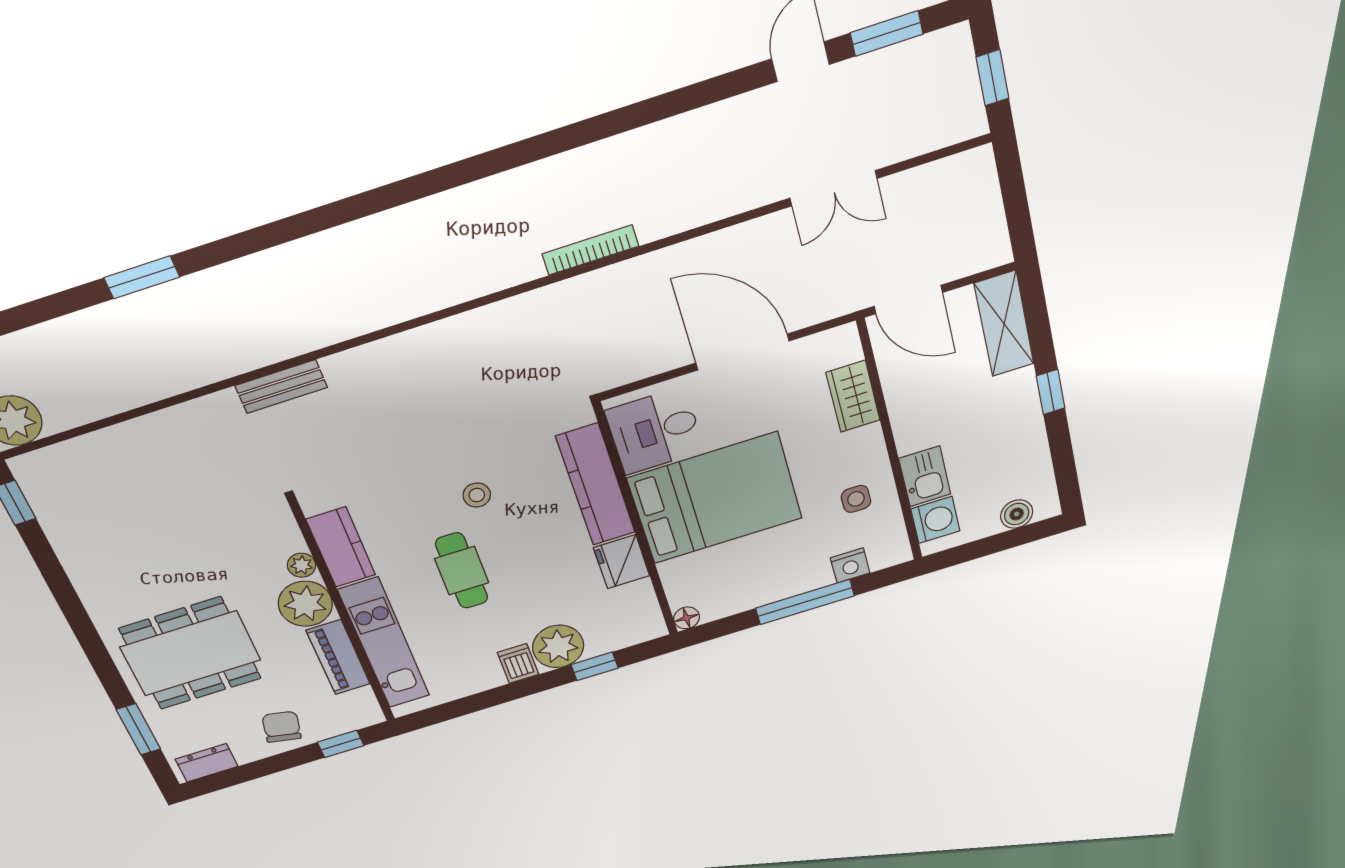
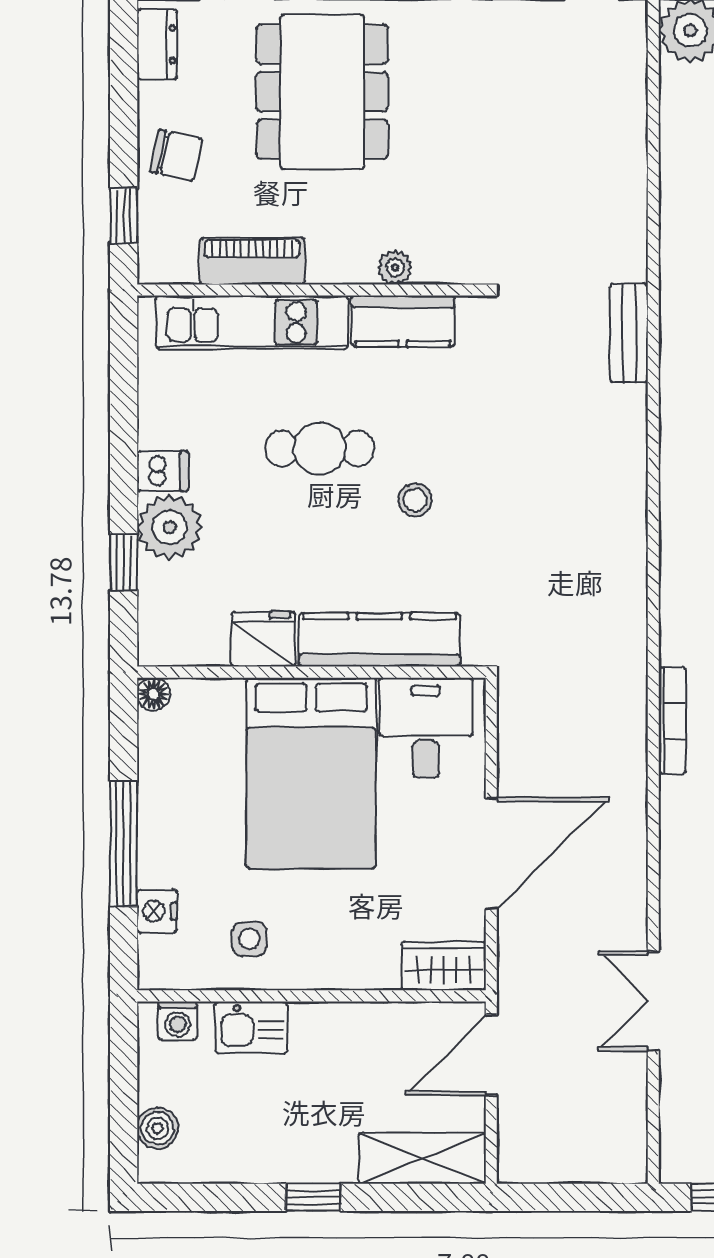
wardrobe: (853, 396) -> (444, 966), moved
washing machine: (935, 520) -> (178, 1021), width x0.73, depth x0.73
plant: (305, 604) -> (341, 251), removed

